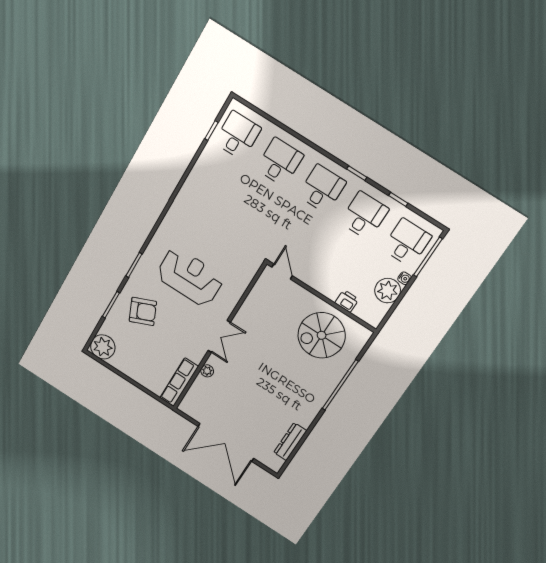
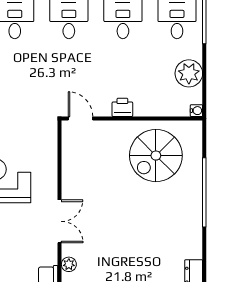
water cooler: (404, 278) -> (196, 111), moved
printer: (347, 301) -> (122, 107), moved

